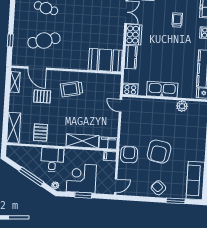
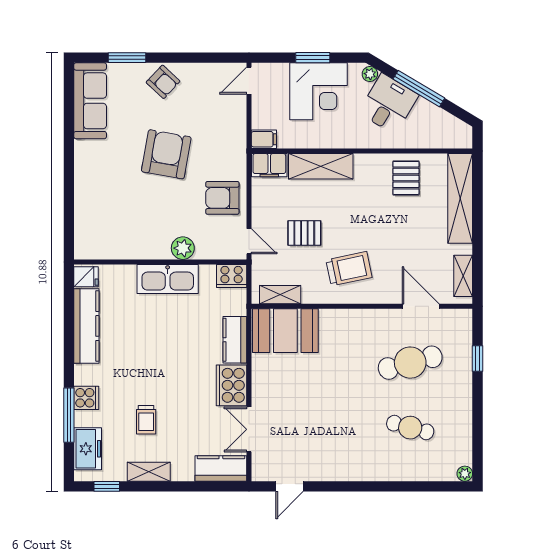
shelving: (107, 78) -> (280, 295), added
pallet: (42, 96) -> (304, 233), moved
plant: (182, 106) -> (183, 248), moved
shelving: (14, 128) -> (460, 198), width x1.47
armchair: (129, 155) -> (222, 198), moved, turned 90
desk: (52, 160) -> (388, 104), moved, turned -149

